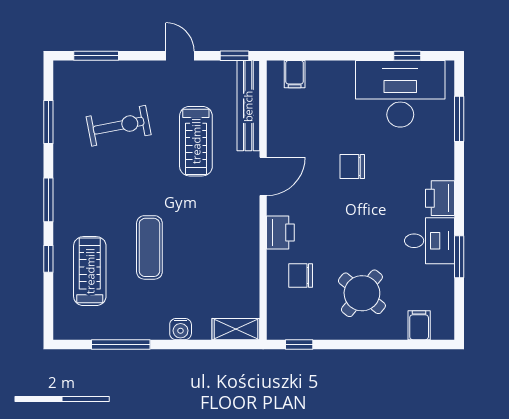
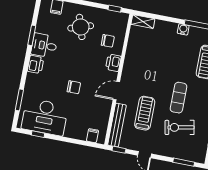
exercise mat: (149, 247) -> (179, 98), moved
round table: (362, 293) -> (81, 27), turned 33
water cooler: (181, 329) -> (183, 29), moved

